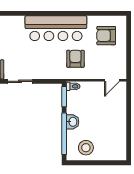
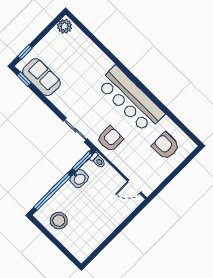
armchair: (75, 59) -> (110, 139), moved
sliding door: (20, 81) -> (75, 130), moved
washbasin: (73, 122) -> (79, 178), moved

